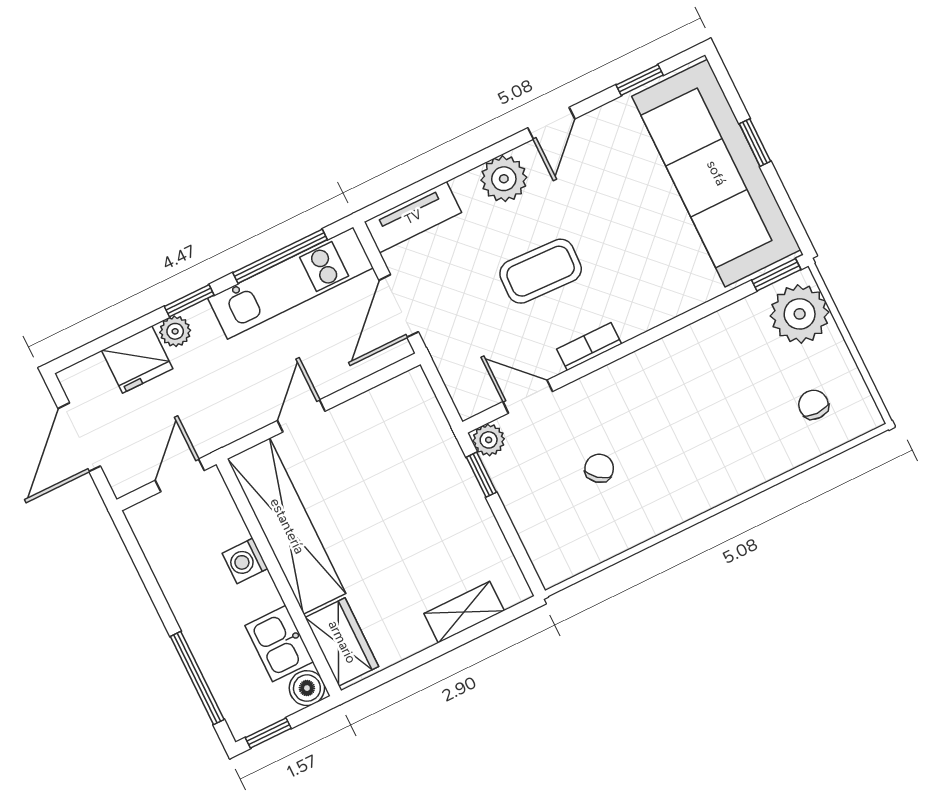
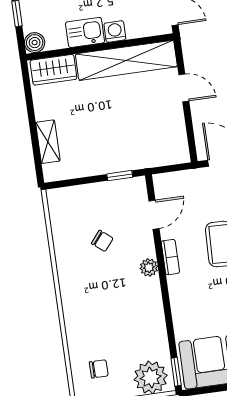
plant: (489, 440) -> (149, 267), moved
kitchen sink: (279, 644) -> (85, 32), moved

